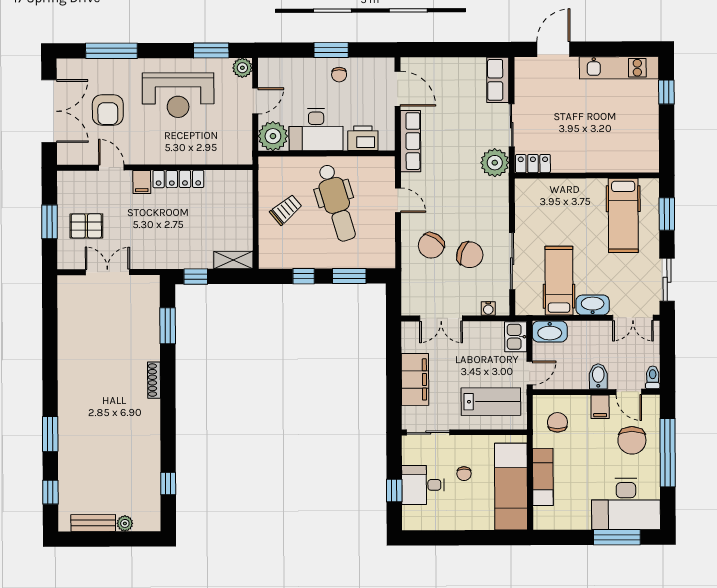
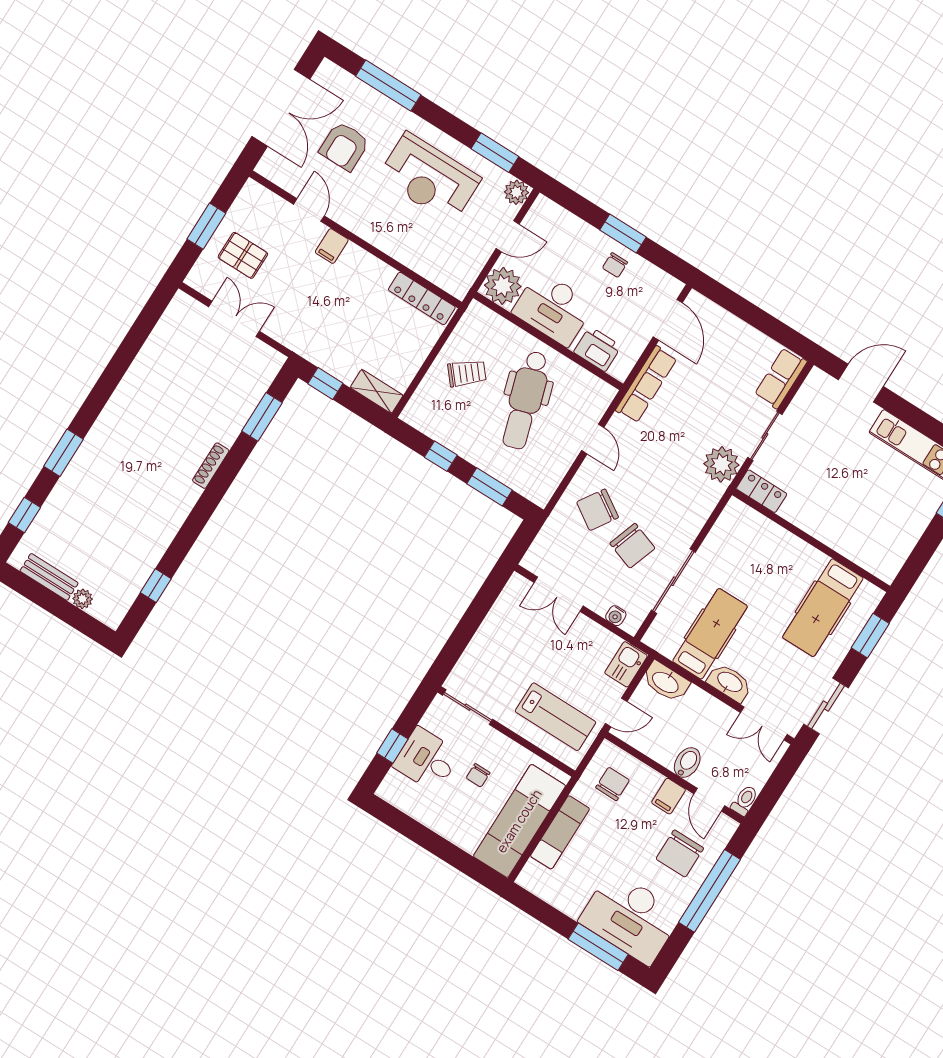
locker: (178, 179) -> (422, 298), moved
filing cabinet: (415, 379) -> (490, 642), removed

